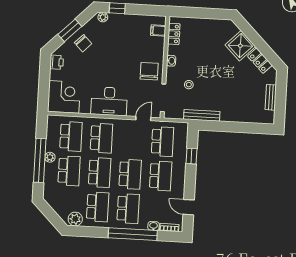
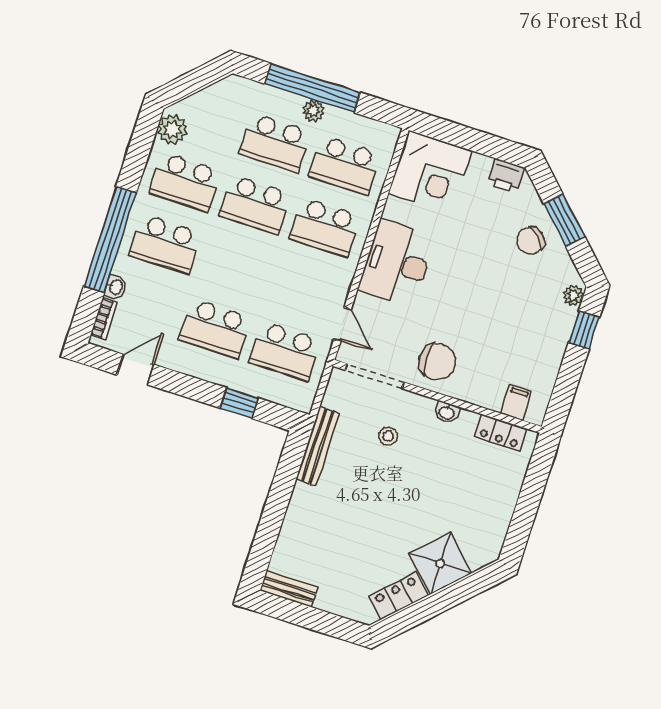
bench: (271, 97) -> (289, 589), moved
school desk: (130, 174) -> (235, 267), removed

